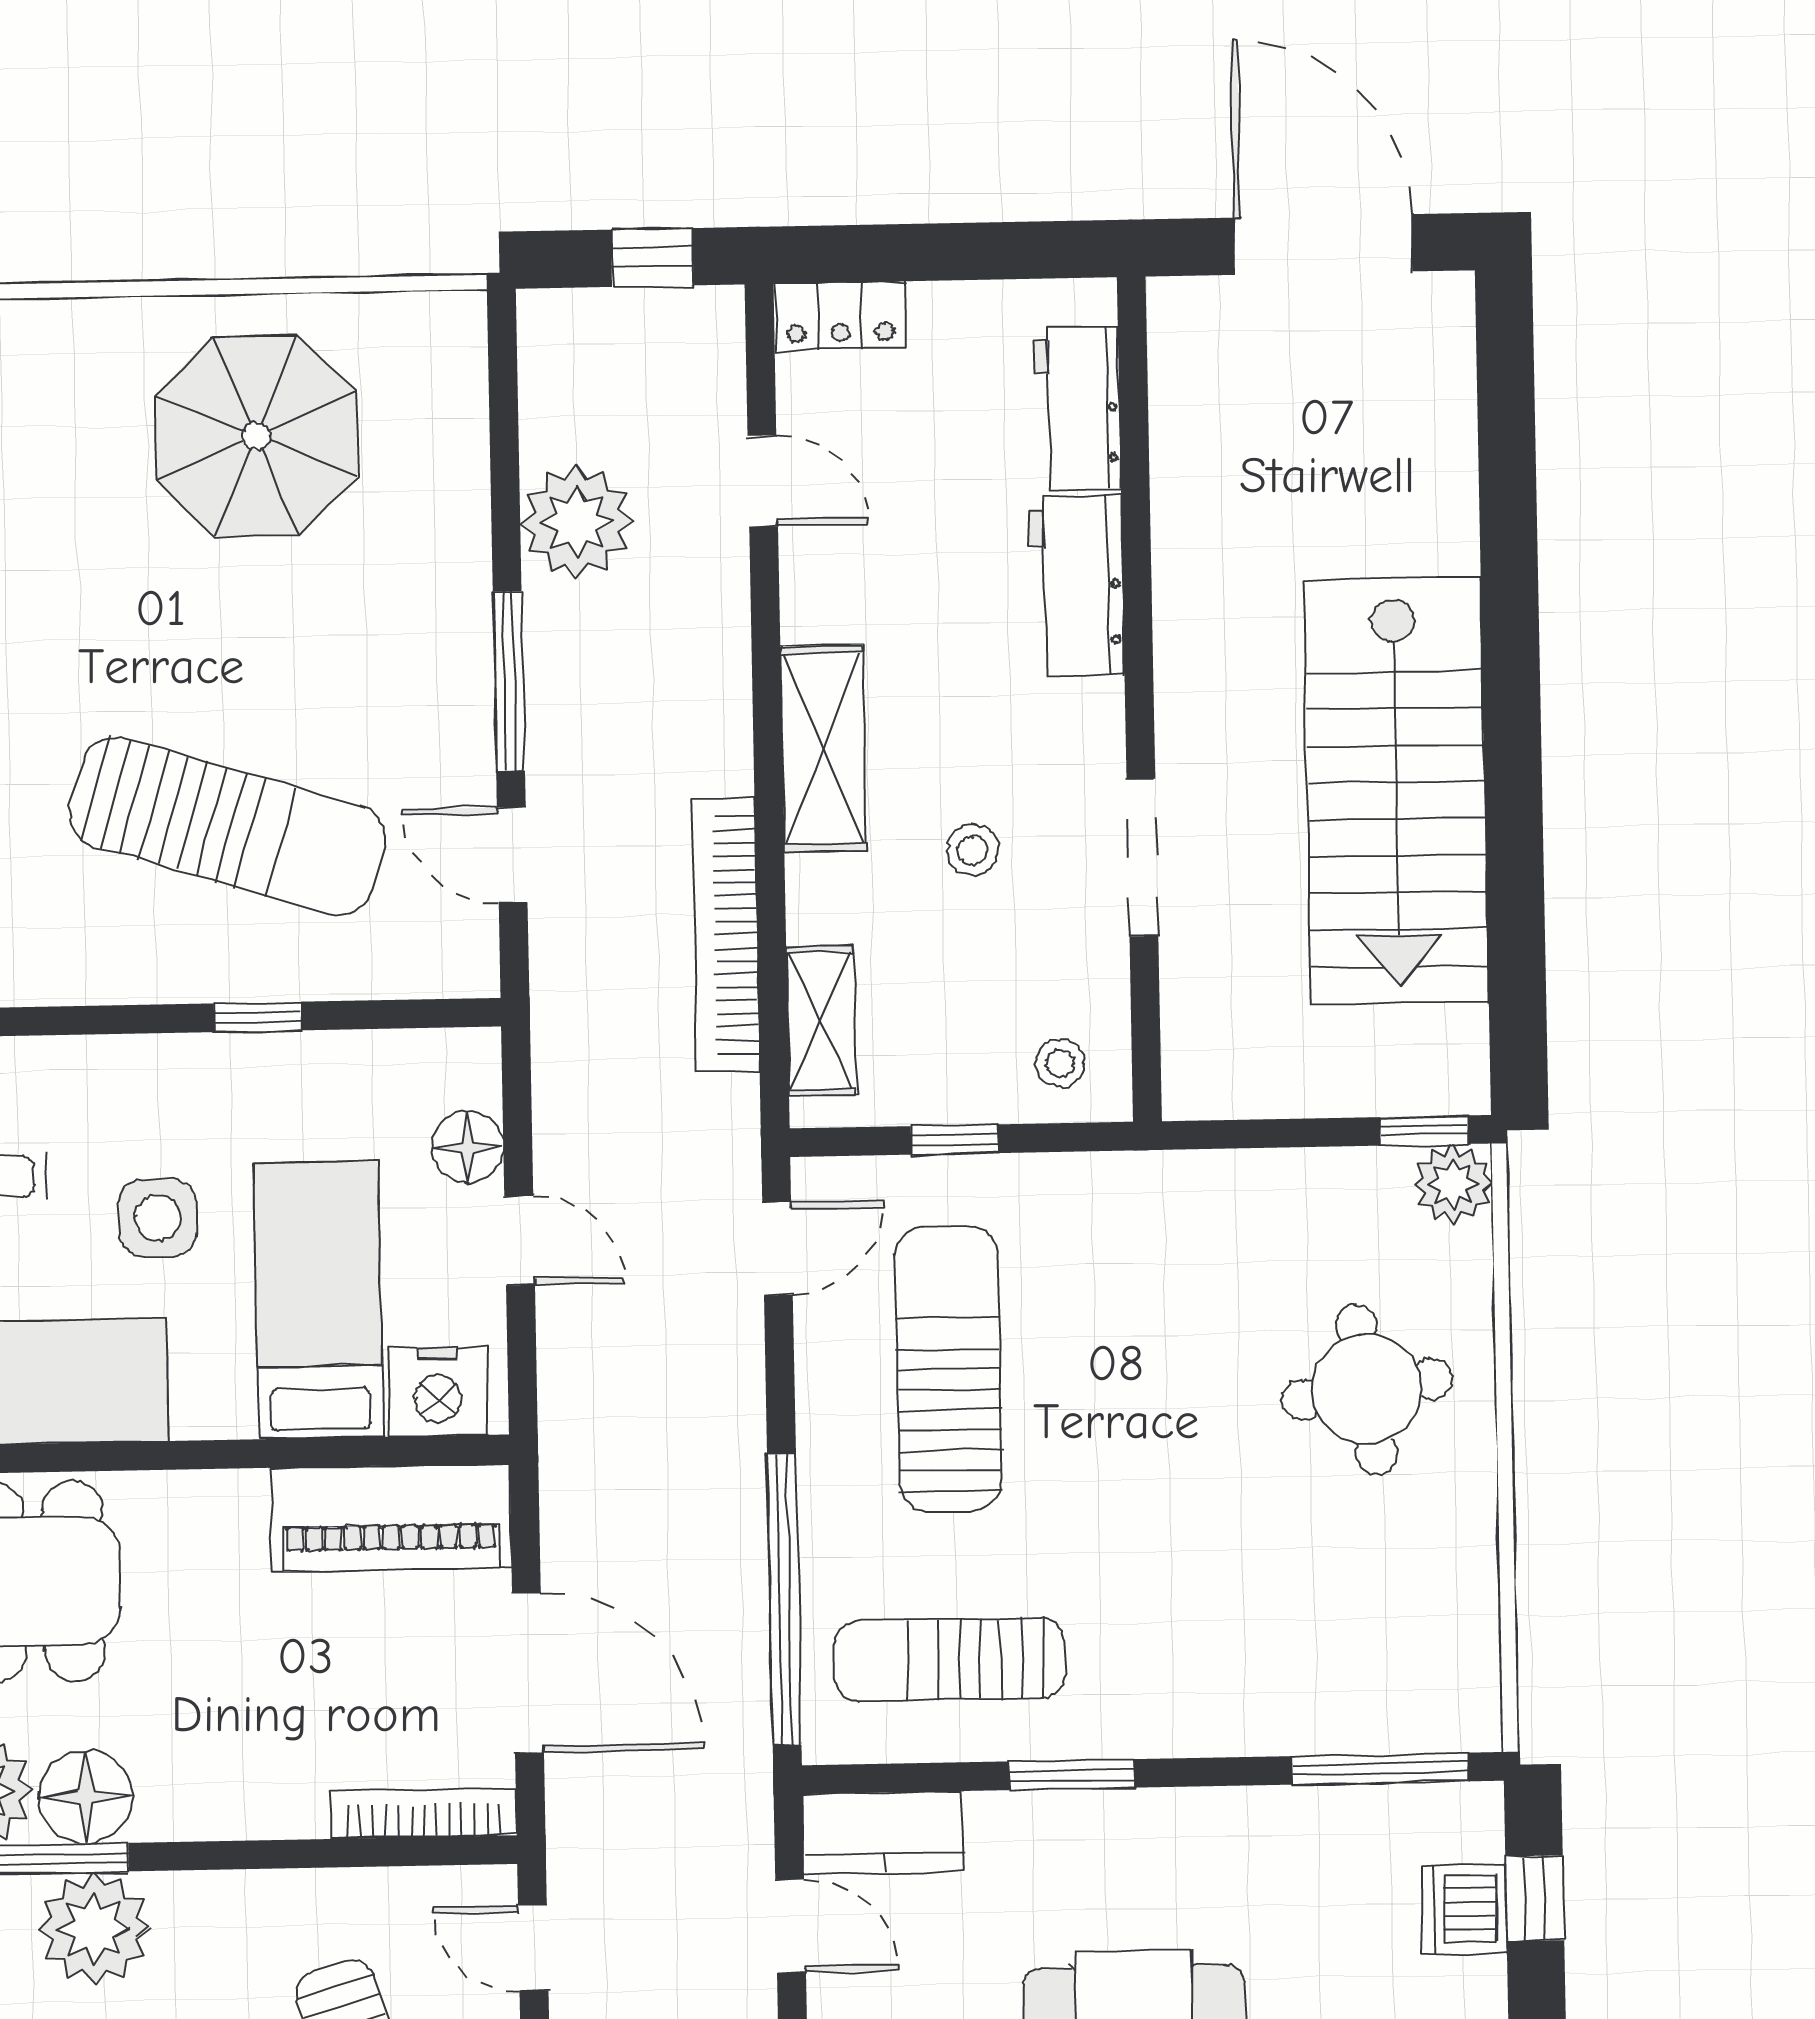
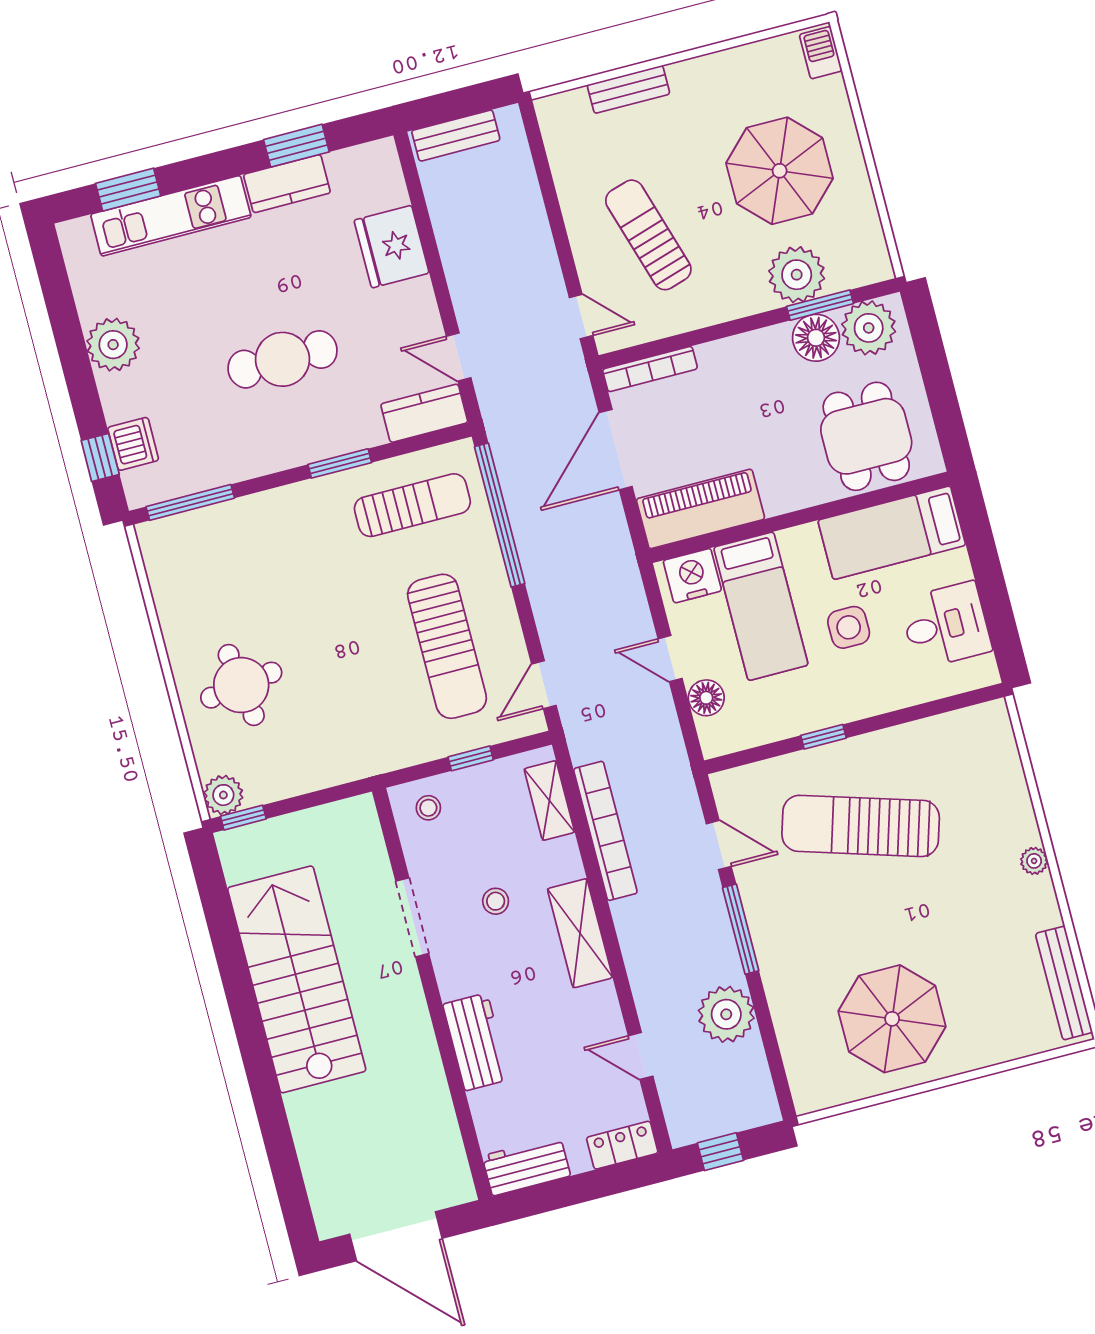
workbench: (1078, 408) -> (526, 1166), moved, turned -90
door: (528, 1673) -> (616, 450), hinge flipped

